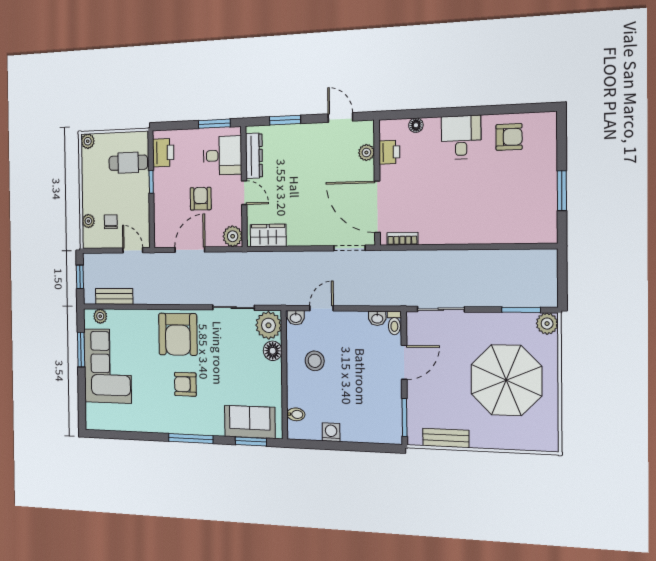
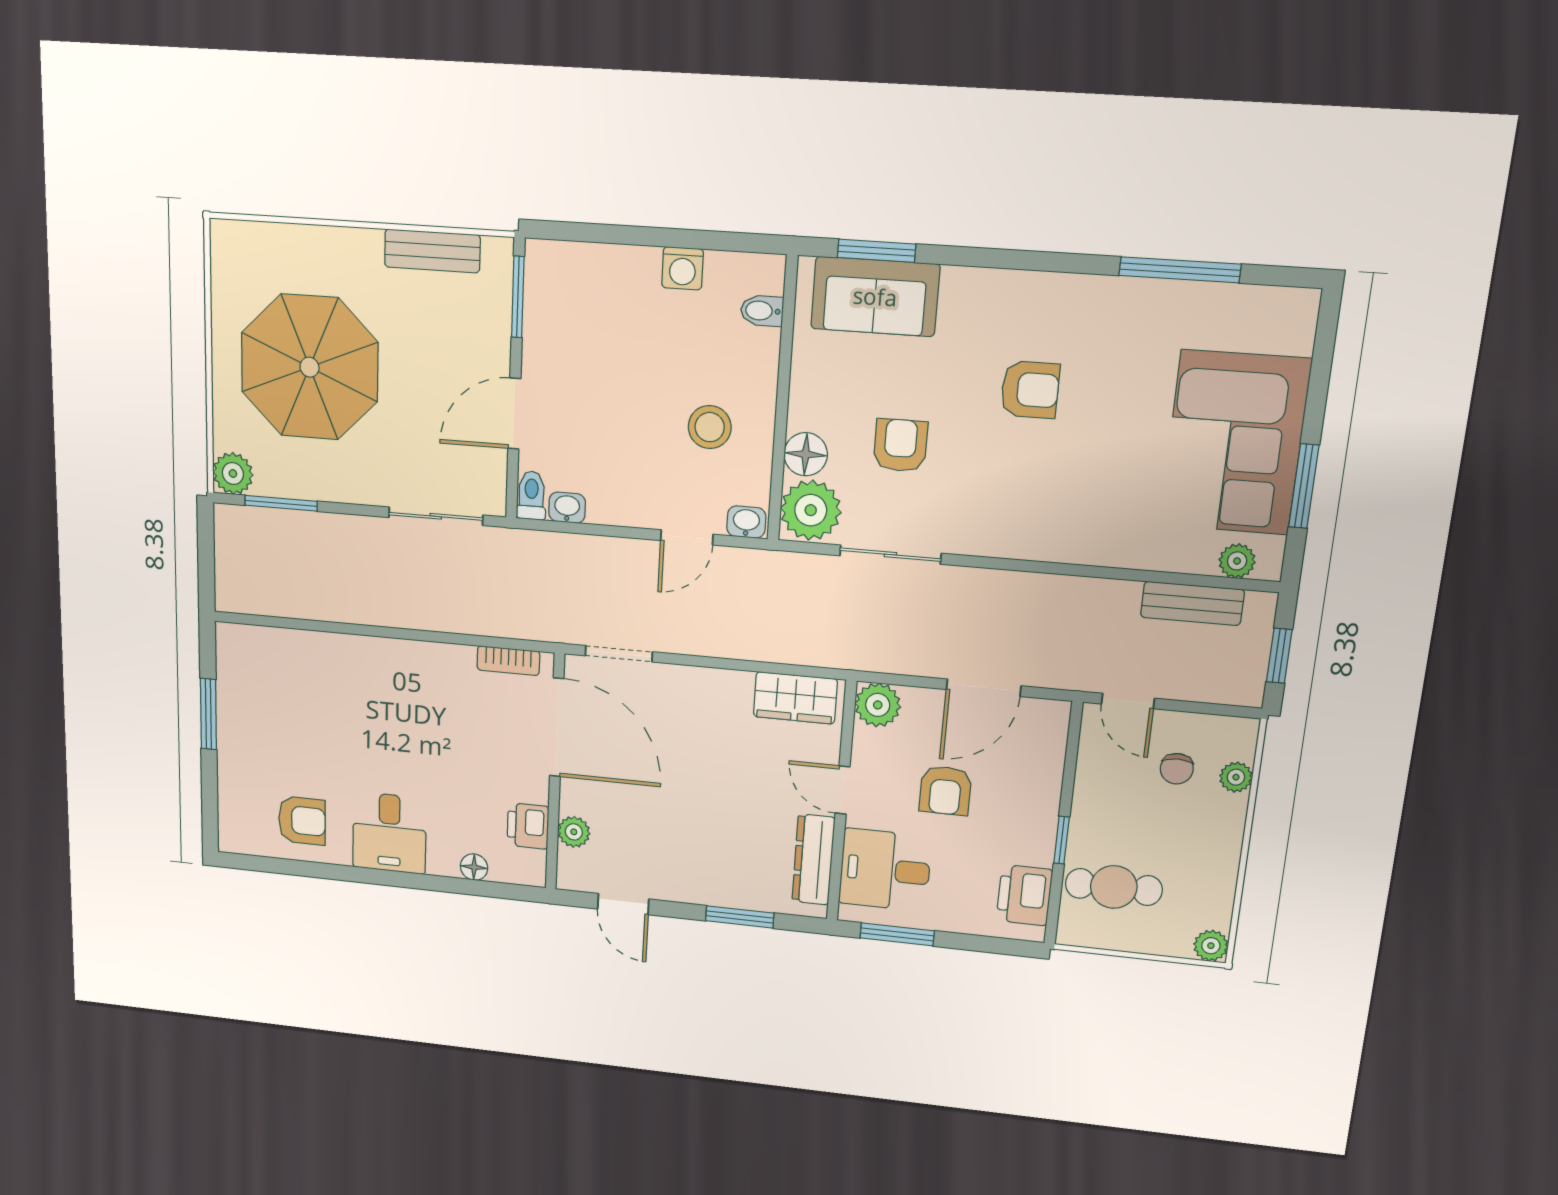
armchair: (509, 137) -> (302, 821), turned 180
armchair: (178, 334) -> (900, 445), moved, width x0.53, depth x0.53
window: (191, 438) -> (1180, 270), moved

